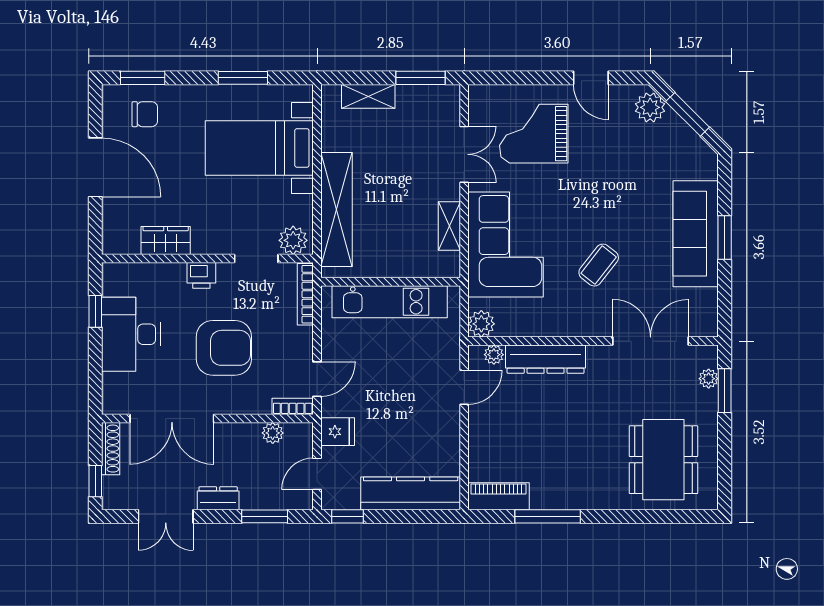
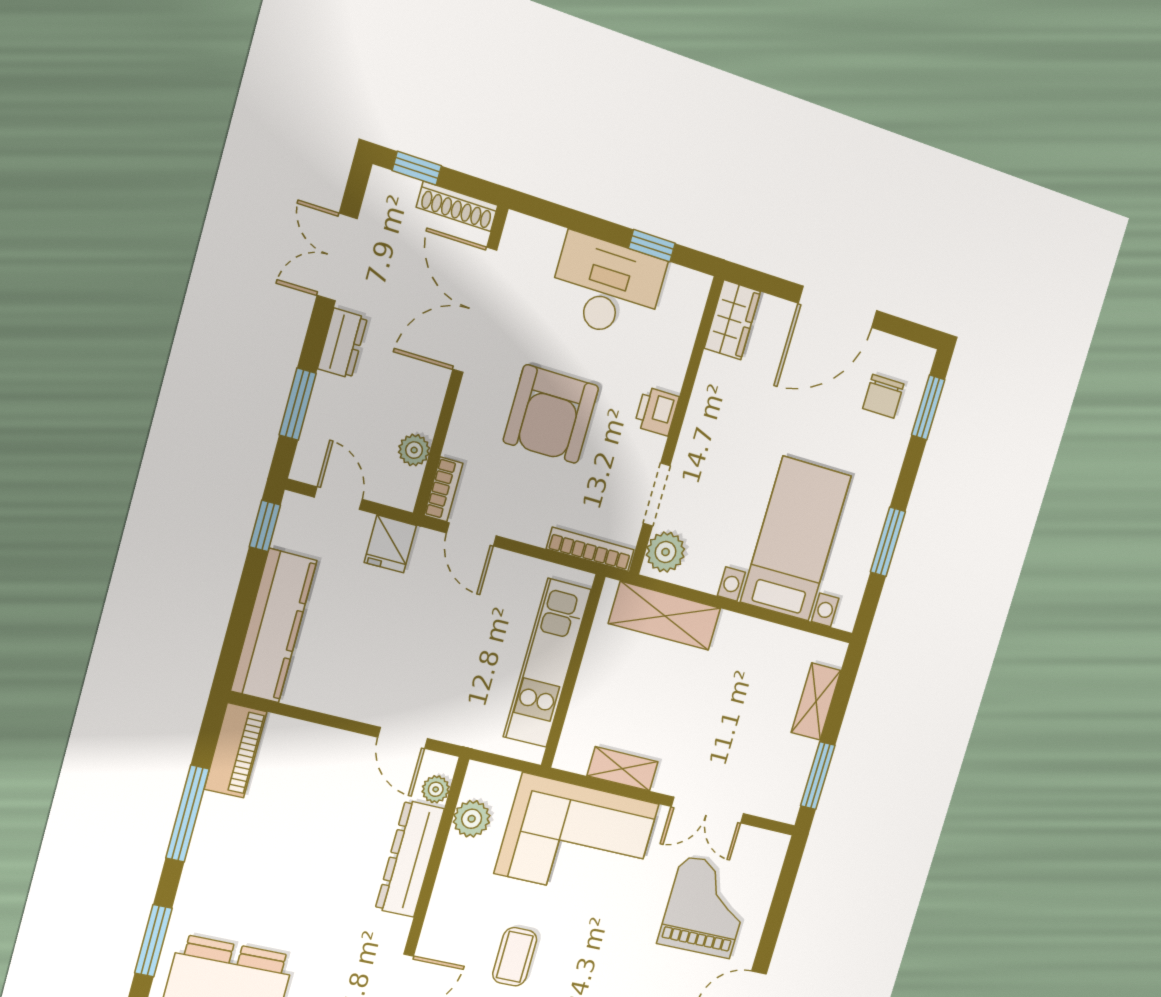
shelving: (337, 209) -> (665, 616), width x0.68
wardrobe: (166, 240) -> (732, 320), moved
coffee table: (599, 265) -> (515, 957), turned 52
plant: (481, 324) -> (472, 819), moved
window: (638, 516) -> (153, 941), added

